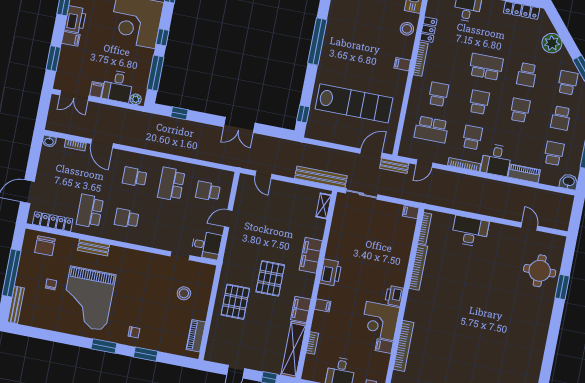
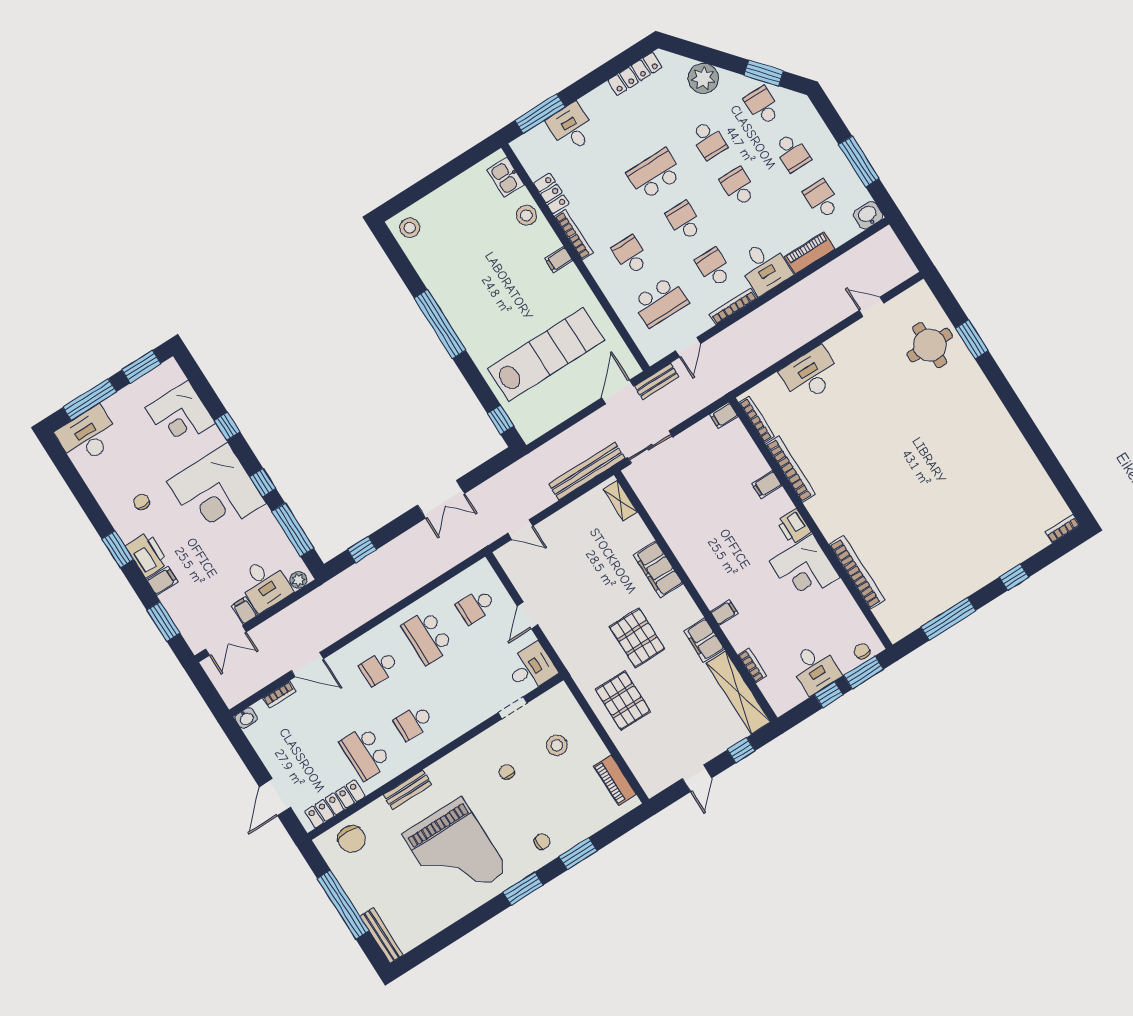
printer: (331, 273) -> (699, 567), removed
chair: (51, 284) -> (507, 772), moved
filing cabinet: (384, 346) -> (767, 485), moved

